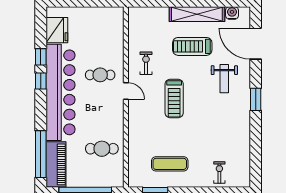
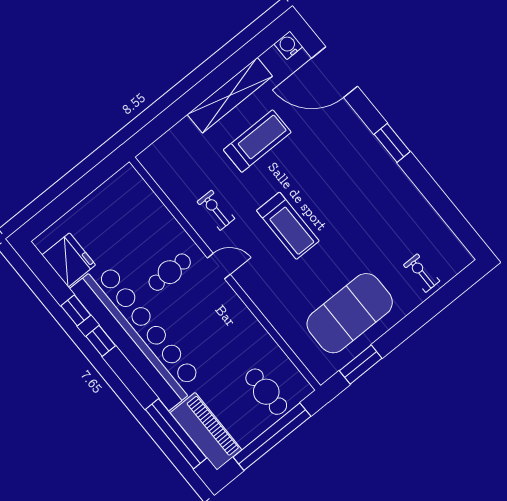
water cooler: (232, 13) -> (288, 45), moved
treadmill: (192, 46) -> (257, 141), turned 180
weight bench: (224, 79) -> (331, 149), removed
cafe table: (102, 149) -> (266, 392), moved, turned 90
exercise mat: (170, 164) -> (350, 313), width x2.00, depth x1.45

